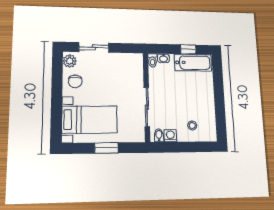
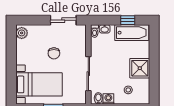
sliding door: (94, 47) -> (63, 20), moved
chair: (75, 81) -> (54, 53), moved
shower: (204, 101) -> (140, 68), added

